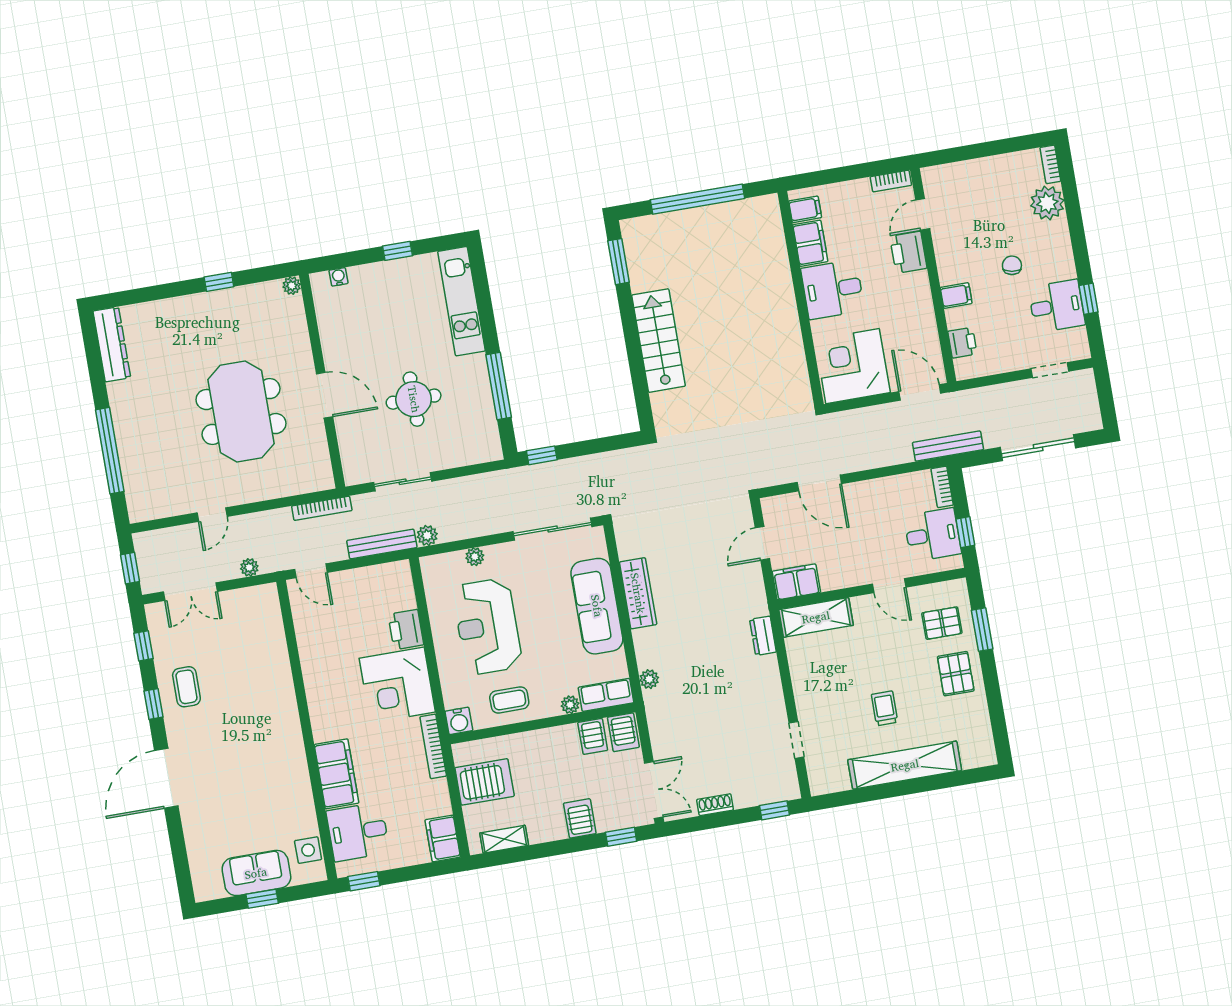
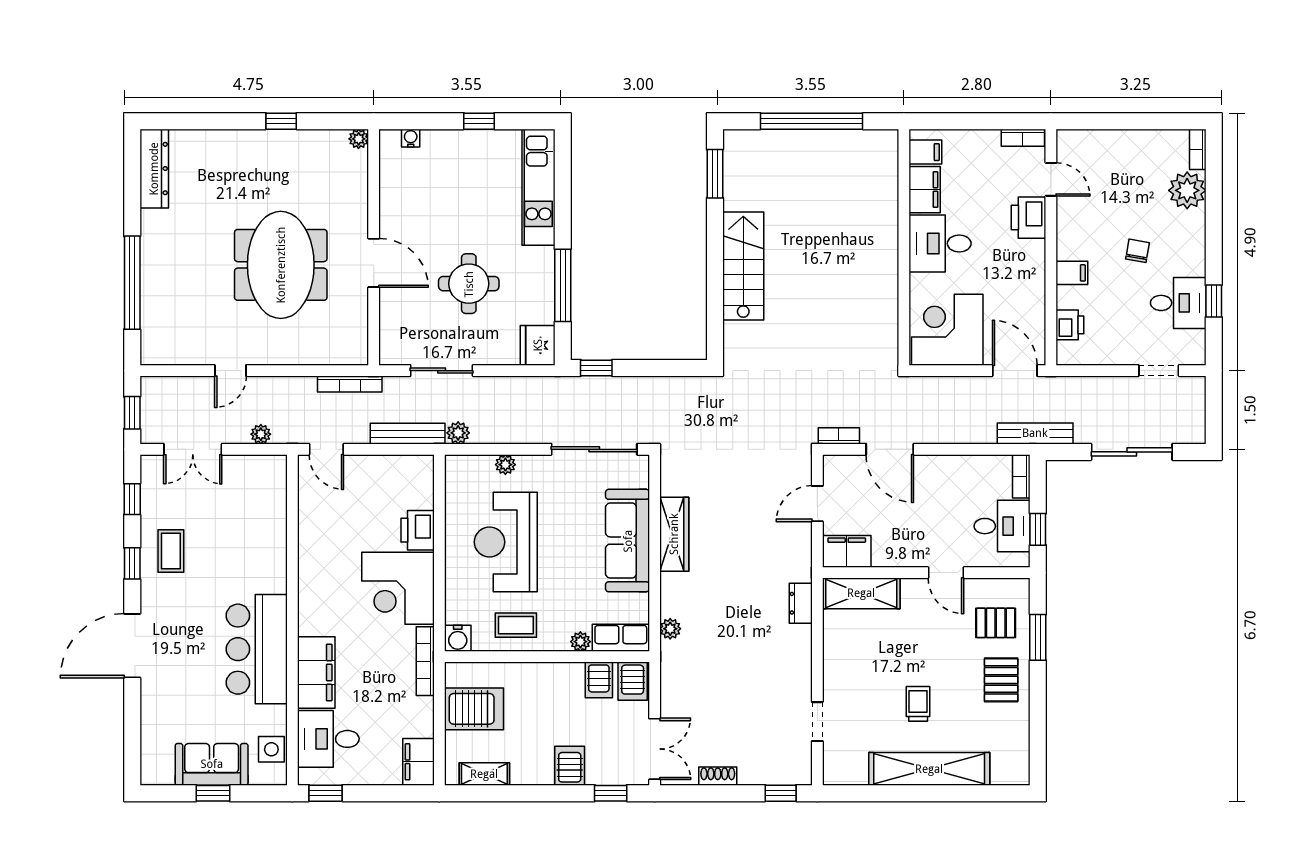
door: (923, 214) -> (1051, 179), swing flipped
fridge: (485, 444) -> (538, 345), added
bookcase: (771, 479) -> (839, 436), added
bar counter: (279, 762) -> (257, 649), added

